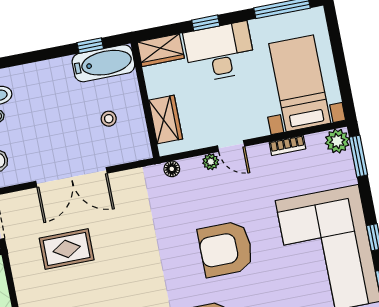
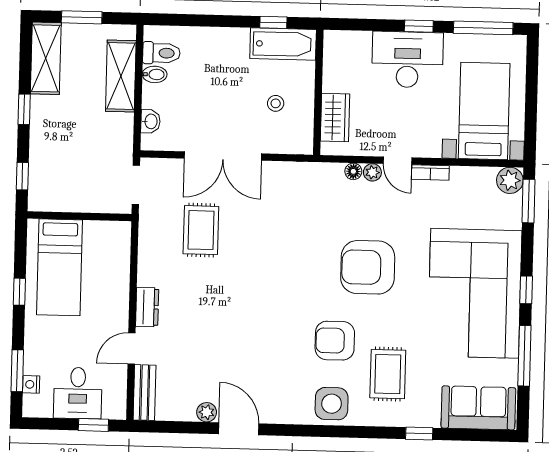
window: (206, 23) -> (419, 26), moved
wardrobe: (161, 50) -> (346, 44), removed
bookcase: (287, 145) -> (430, 172), moved
floor lamp: (172, 169) -> (353, 171), moved
rug: (67, 249) -> (201, 230), turned 90

